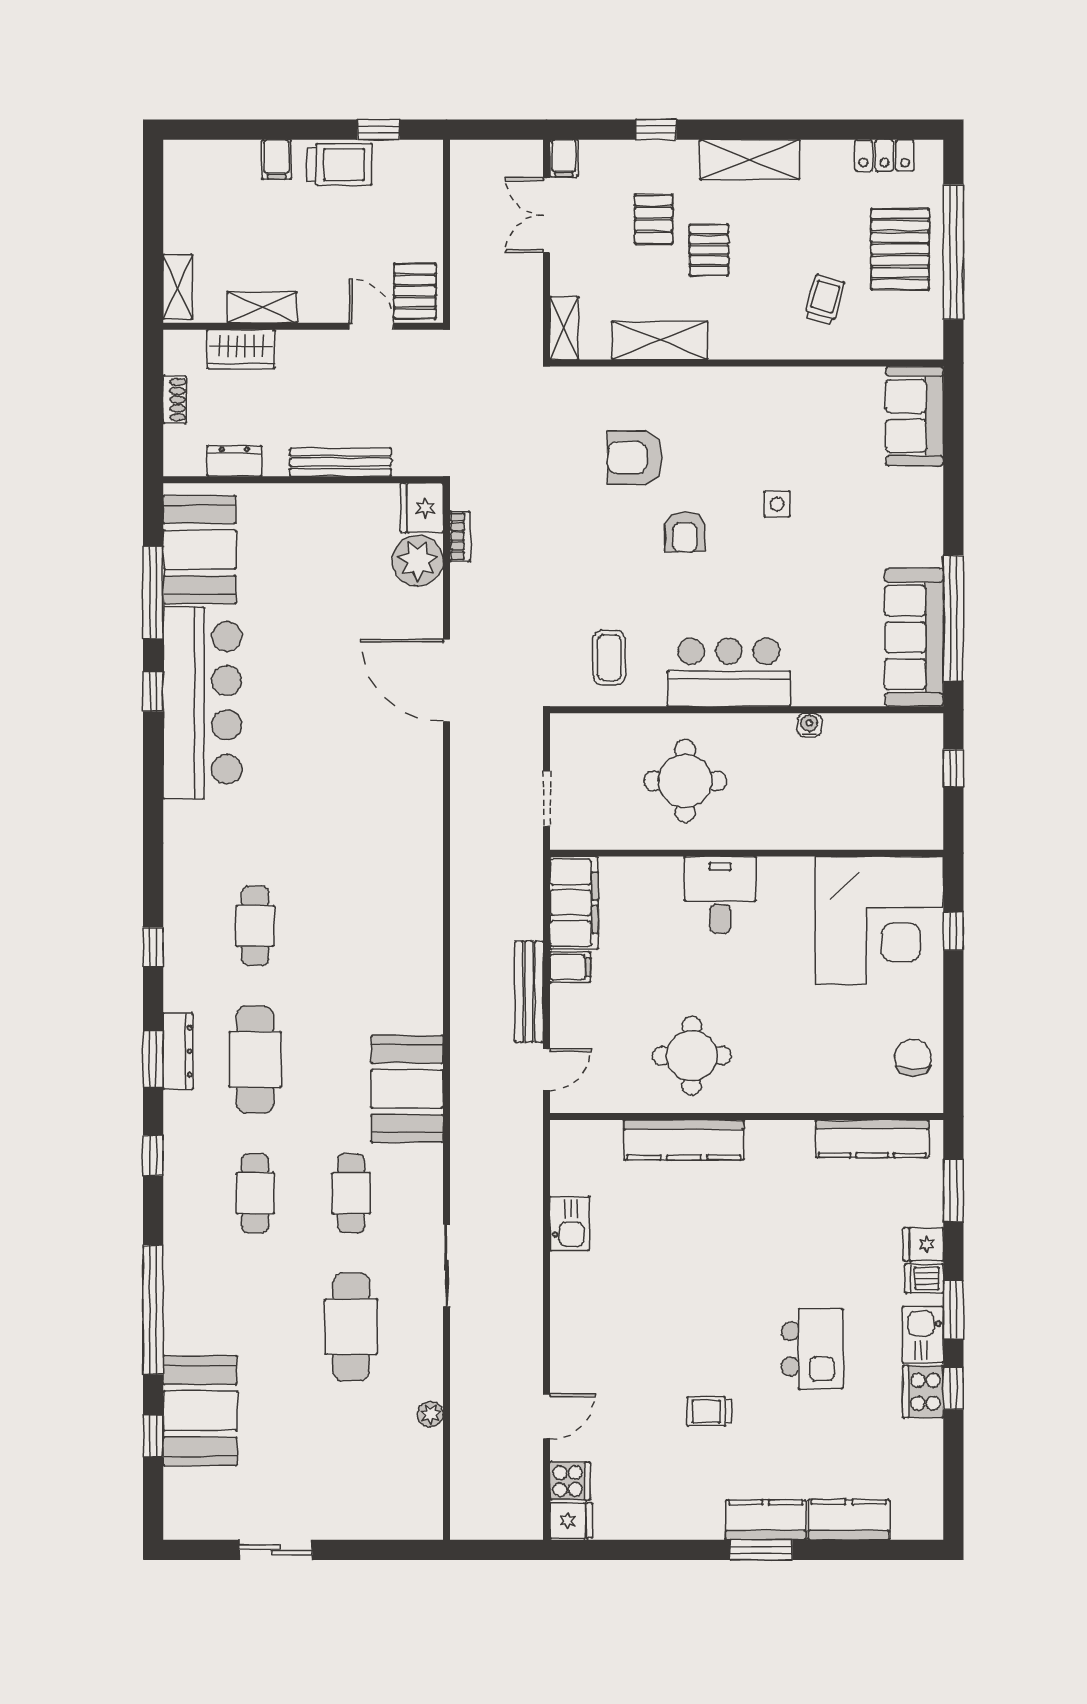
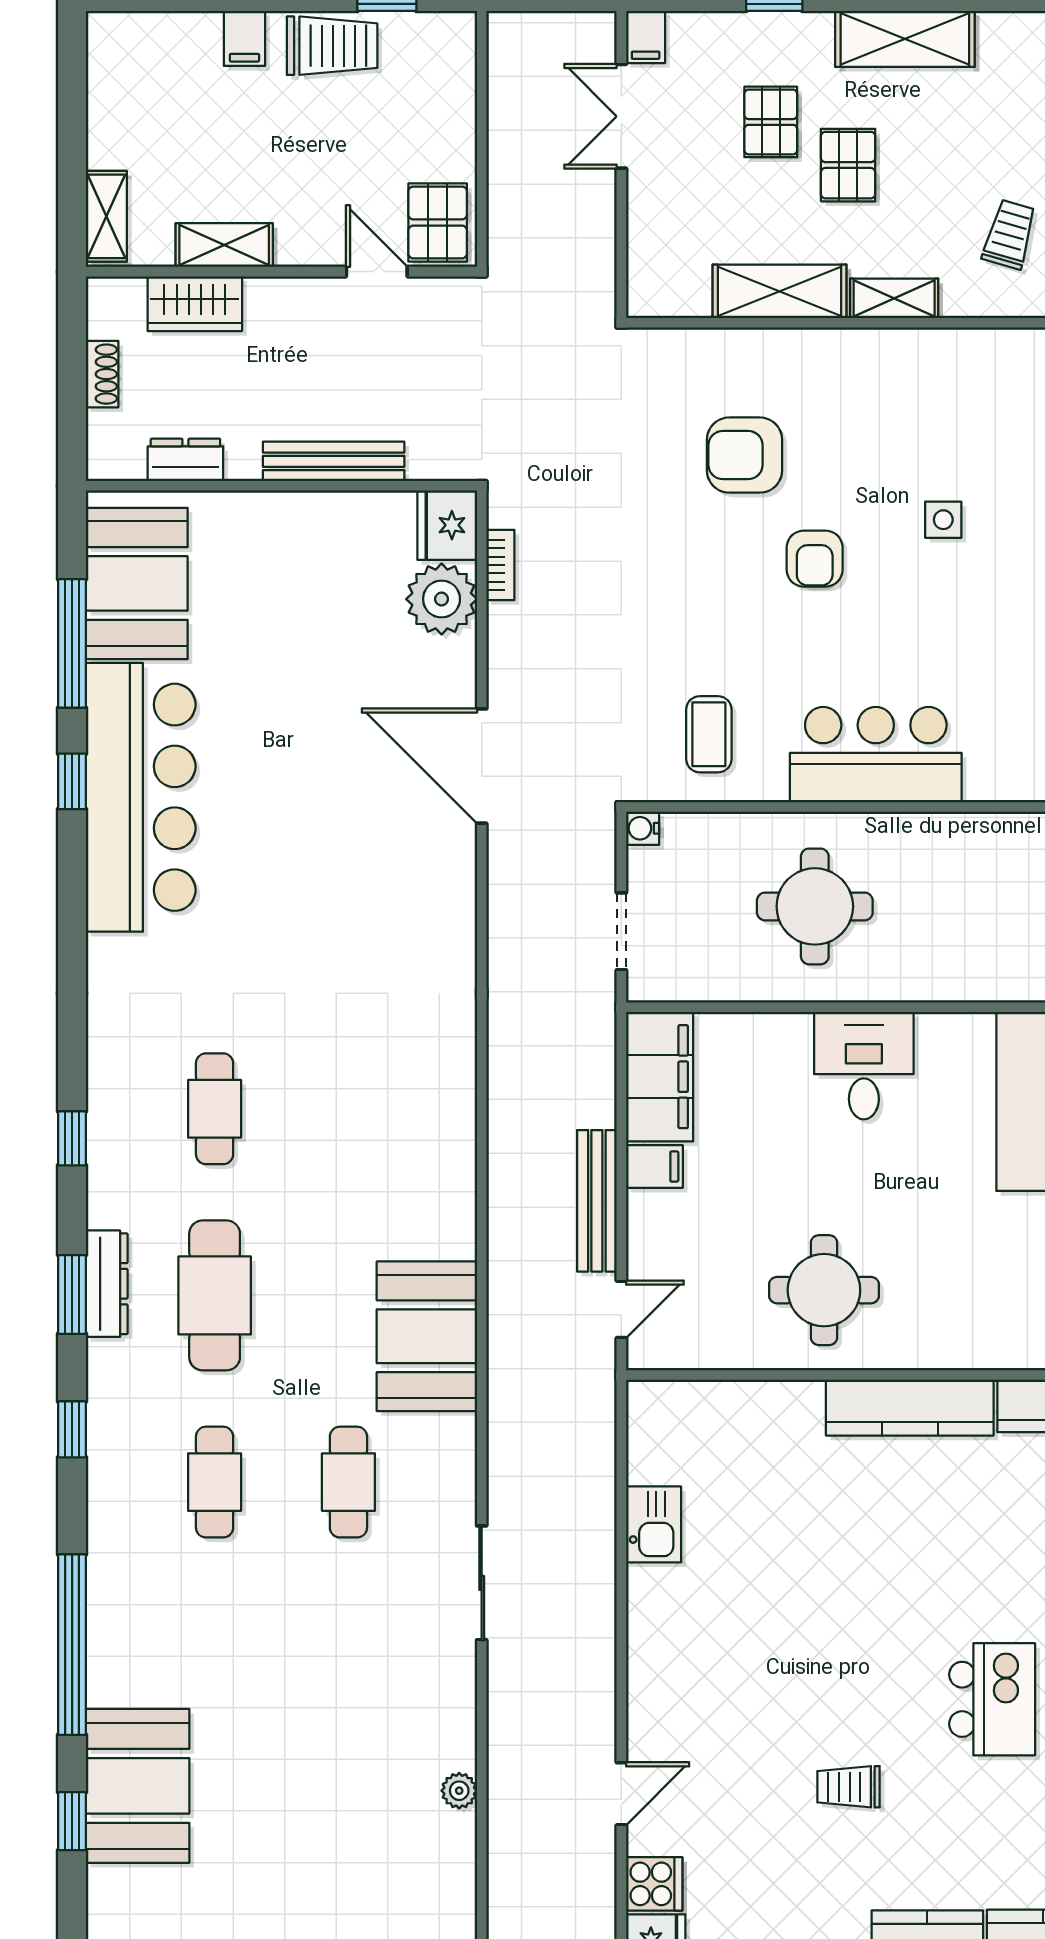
shelving: (564, 328) -> (894, 298), moved, turned 90
water cooler: (809, 725) -> (643, 828), moved, turned -90
kitchen counter: (684, 1140) -> (910, 1408), moved
cafe table: (351, 1327) -> (348, 1669), removed

